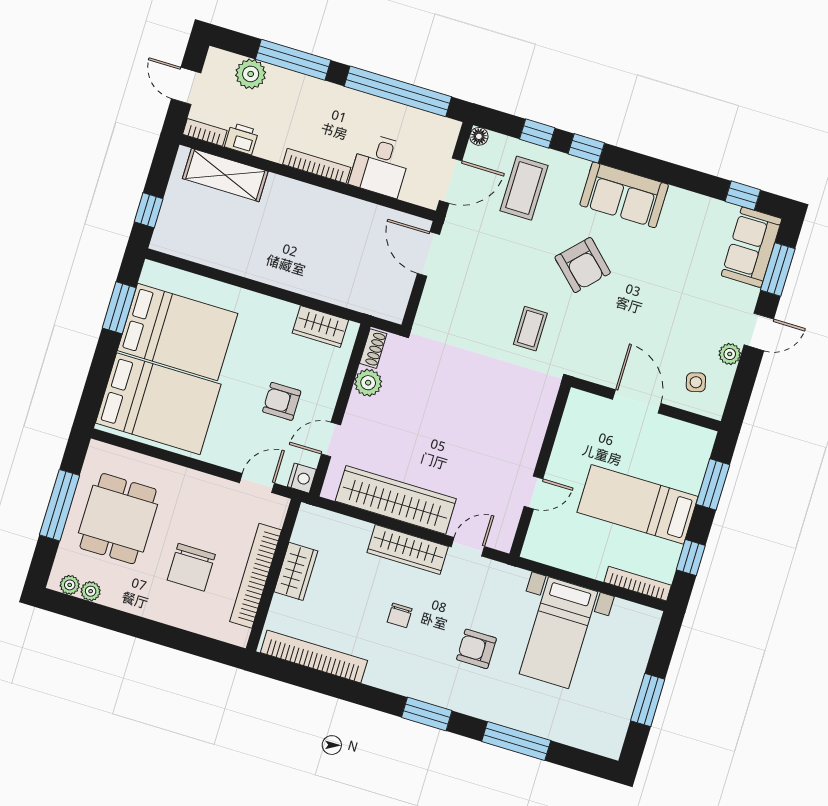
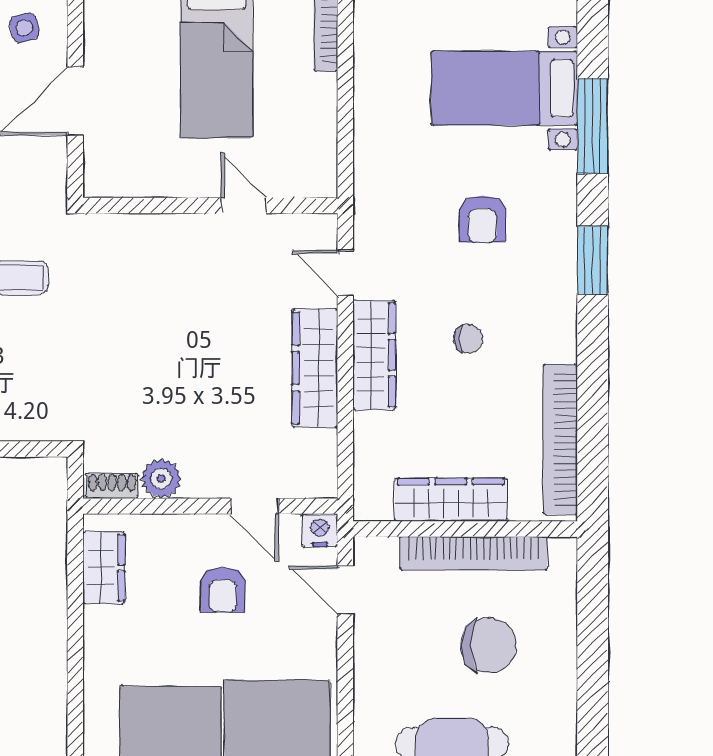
wardrobe: (396, 500) -> (315, 368), width x0.71, depth x0.85
wardrobe: (296, 571) -> (451, 500), width x1.50
bed with nightstands: (559, 633) -> (504, 88), moved, turned 180

